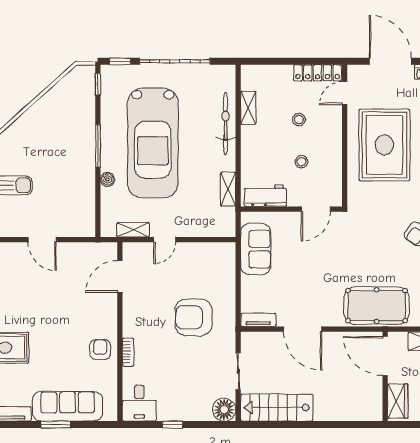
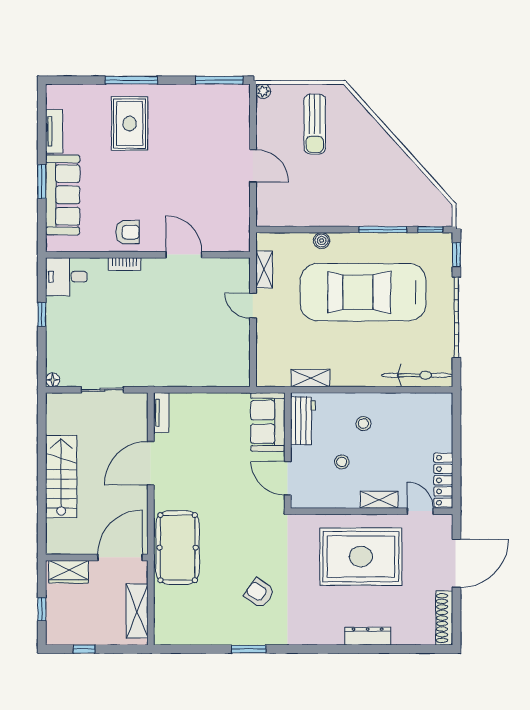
shelving: (248, 108) -> (379, 500), moved
stool: (299, 120) -> (363, 424), moved
bicycle: (226, 124) -> (417, 375), moved
window: (98, 146) -> (383, 230), moved
door: (42, 240) -> (253, 166), swing flipped
sofa: (256, 249) -> (268, 422), moved, turned 90
door: (120, 276) -> (184, 255), moved
armchair: (194, 317) -> (164, 339), removed
stairs: (277, 408) -> (61, 476), moved
floor lamp: (224, 410) -> (53, 380), width x0.53, depth x0.53

